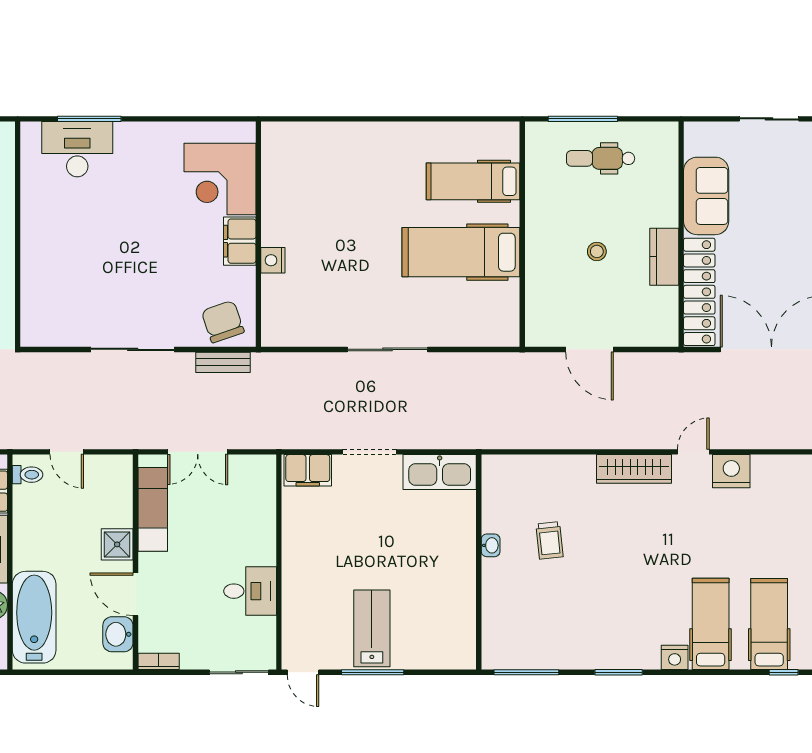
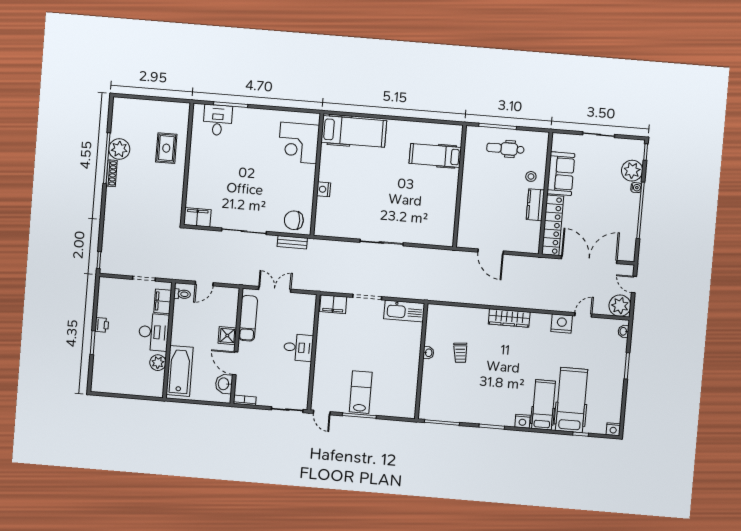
desk: (77, 149) -> (218, 120), width x0.73
filing cabinet: (240, 241) -> (197, 217), moved, turned 90
stool: (597, 251) -> (531, 176), moved
hospital bed: (461, 252) -> (354, 131), moved, turned 180
chair: (223, 322) -> (294, 220), turned -71
door: (67, 452) -> (204, 284), hinge flipped
double door: (198, 452) -> (275, 289), swing flipped
door: (693, 452) -> (583, 315), moved
desk: (250, 591) -> (298, 347), moved
hospital bed: (769, 624) -> (572, 400), width x1.37, depth x1.29

